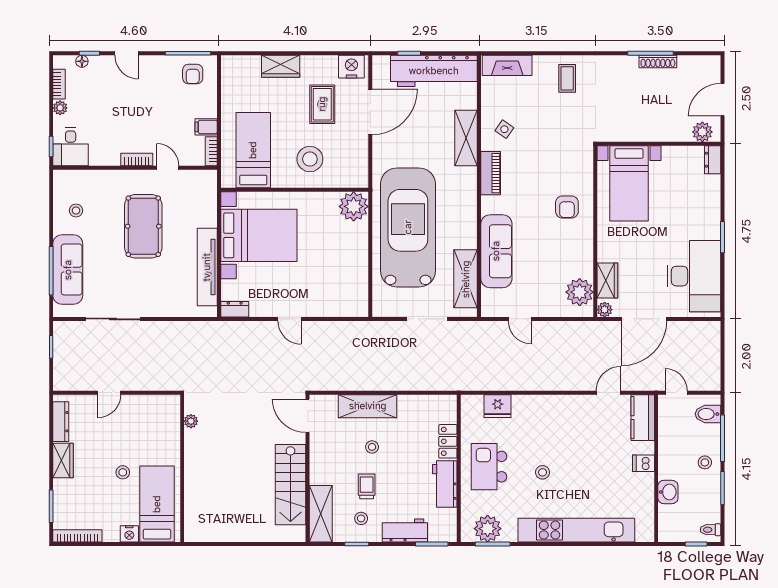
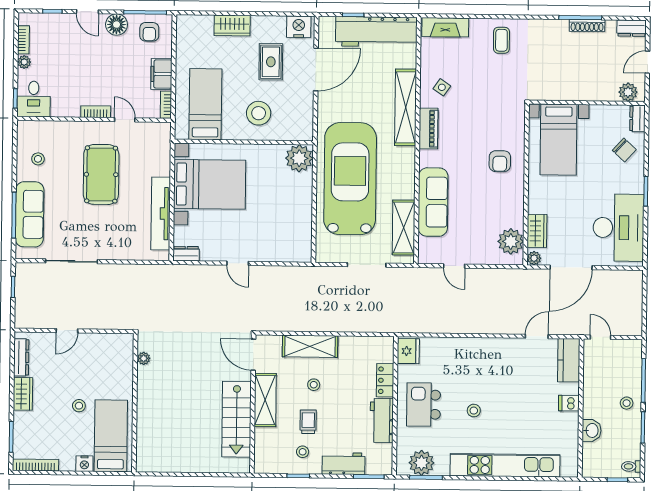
floor lamp: (82, 61) -> (117, 25), moved, width x1.89, depth x1.89
dresser: (705, 64) -> (632, 28), added
door: (723, 100) -> (647, 62), width x0.73
filing cabinet: (206, 127) -> (161, 74), width x2.00
shelving: (466, 138) -> (406, 107), width x1.47
chair: (699, 193) -> (624, 150), added
fridge: (498, 406) -> (408, 351), moved, turned -90
bidet: (708, 414) -> (630, 358), removed
shelving: (321, 514) -> (265, 400), moved

